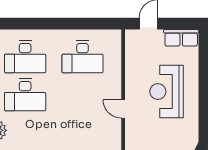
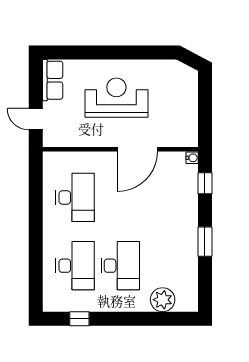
reception desk: (166, 92) -> (116, 98), turned 180
door: (123, 109) -> (137, 149), width x1.88

